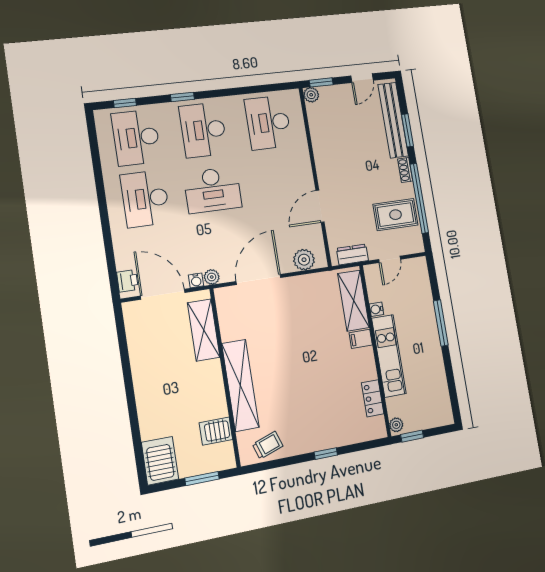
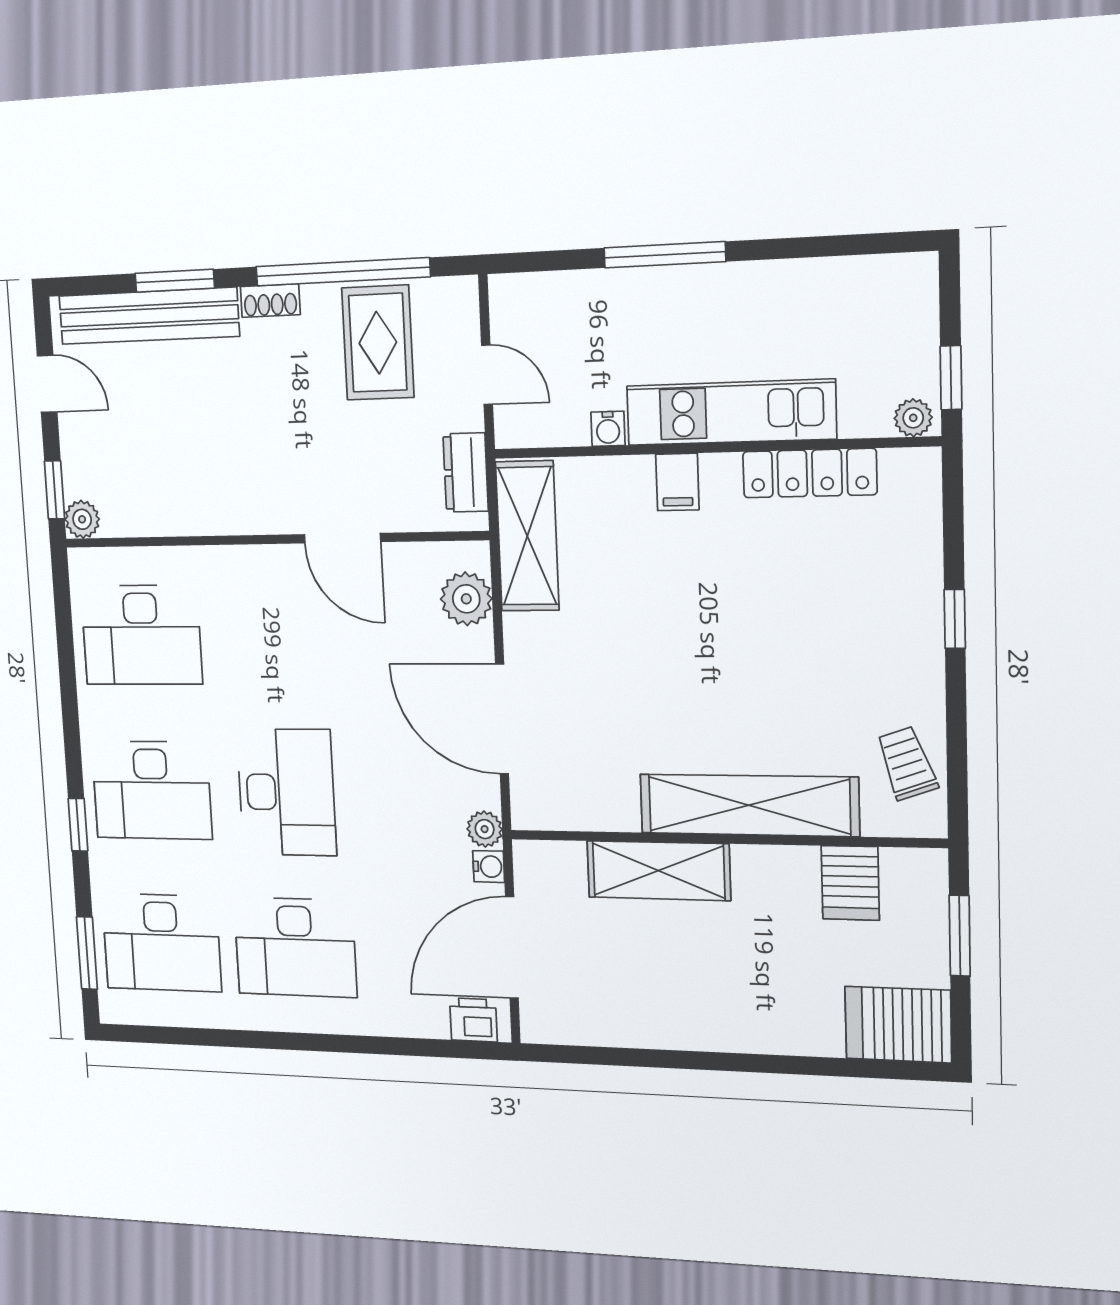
window: (125, 103) -> (87, 953), width x1.50
shelving: (354, 301) -> (527, 536), moved, turned 90
shelving: (204, 330) -> (658, 871), moved
locker: (373, 398) -> (810, 473), width x1.53

